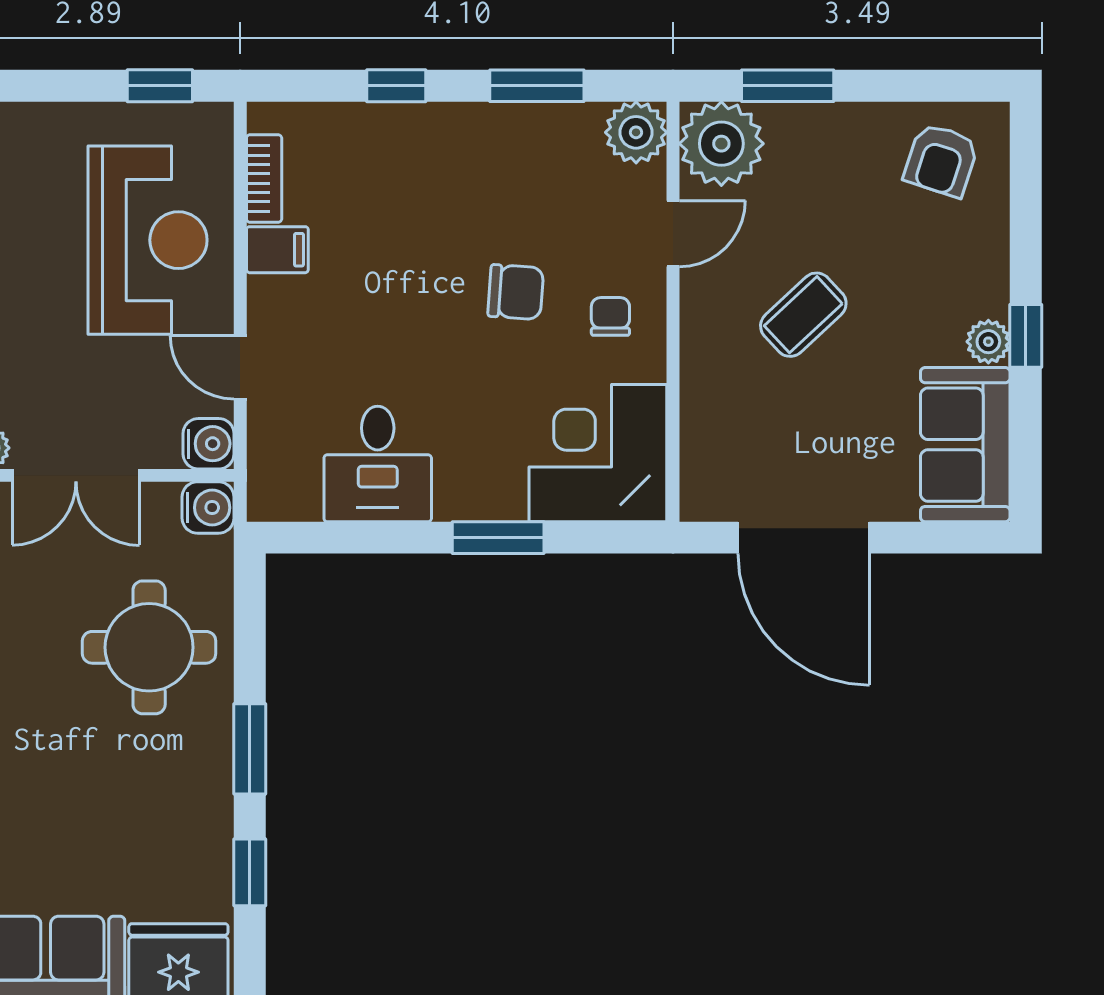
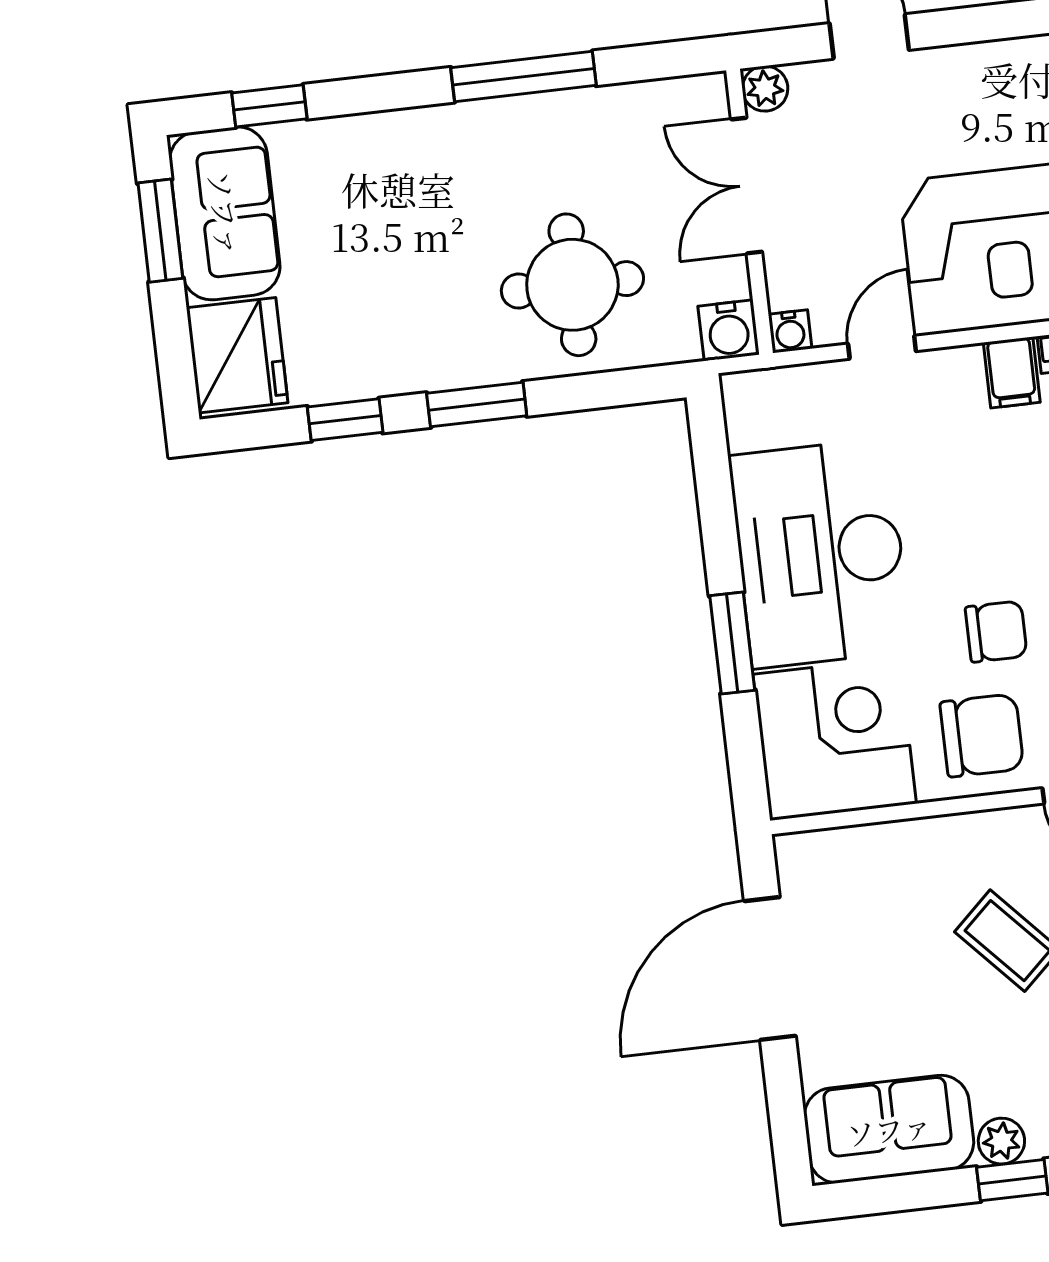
chair: (516, 292) -> (996, 632), turned -94
chair: (610, 316) -> (982, 735), width x1.87, depth x1.87
water cooler: (209, 444) -> (790, 331), width x0.72, depth x0.72
desk: (378, 464) -> (820, 553), width x1.87, depth x1.30

